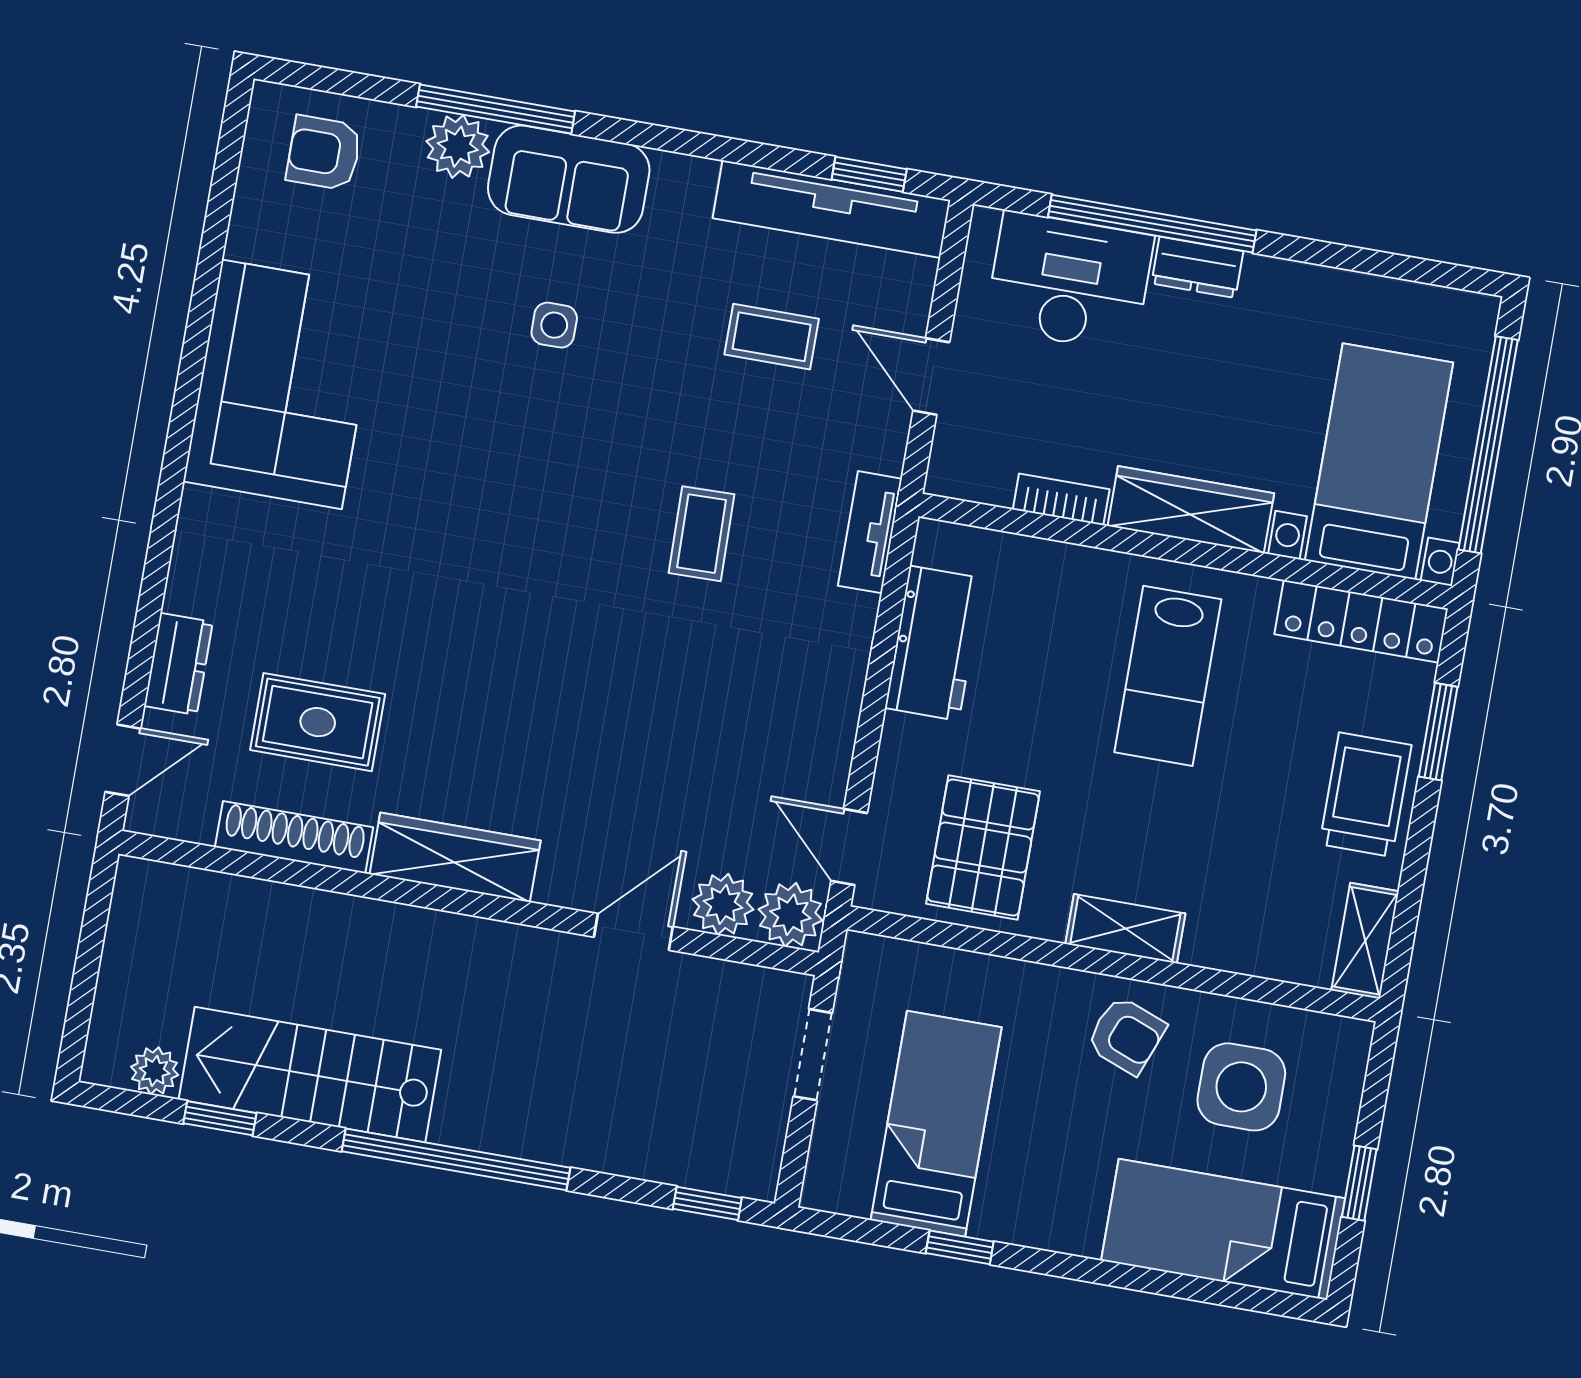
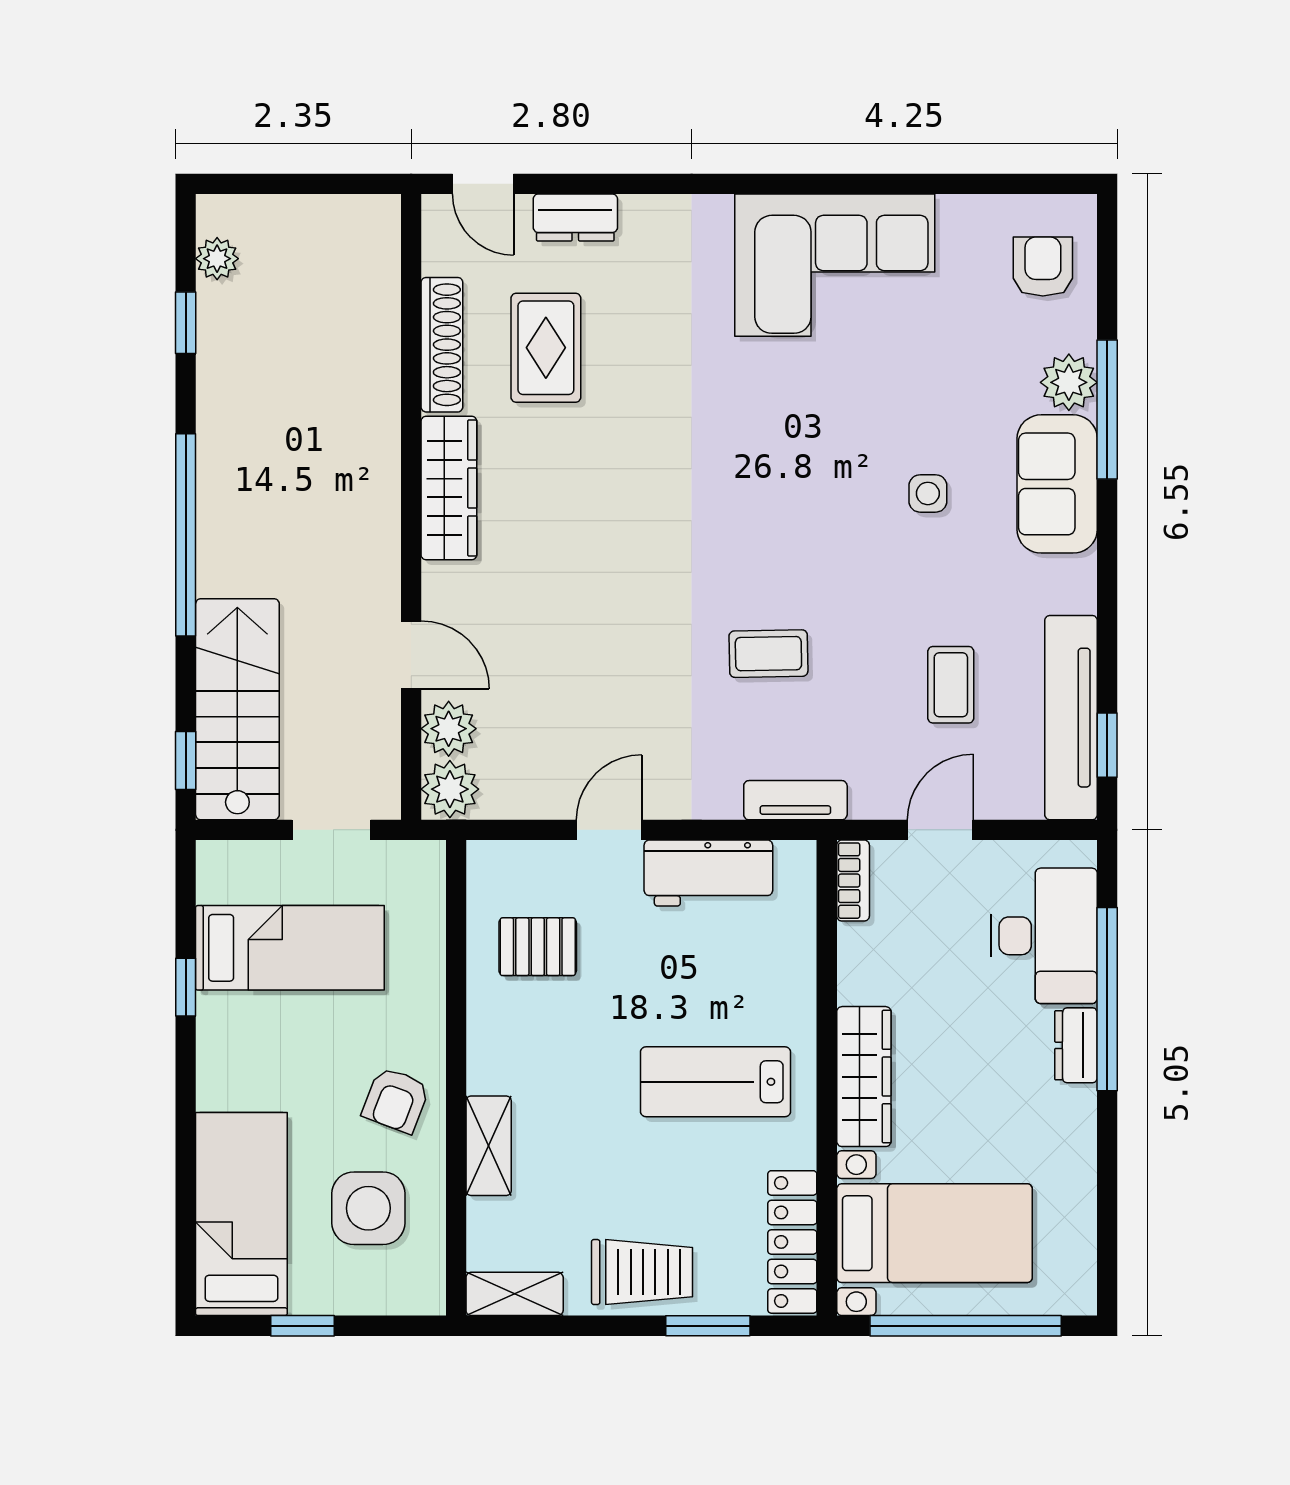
bookcase: (1061, 499) -> (853, 881), moved
door: (849, 847) -> (609, 830), moved
pallet: (983, 848) -> (538, 947), width x0.67, depth x0.71
shelving: (1125, 929) -> (489, 1146), moved
stairs: (310, 1075) -> (237, 709), moved

